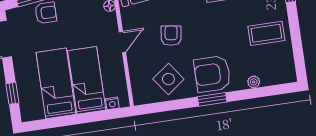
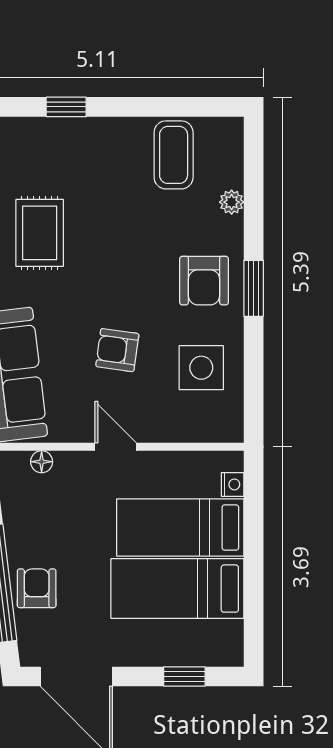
coffee table: (266, 33) -> (174, 155), moved
armchair: (212, 74) -> (204, 281), width x0.73, depth x0.73
side table: (168, 79) -> (201, 368), turned 36

